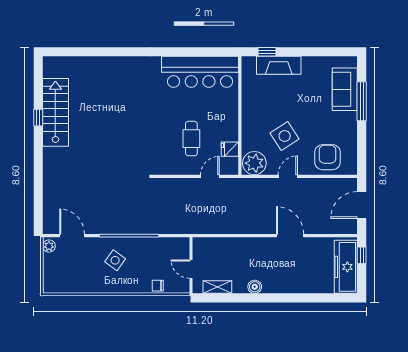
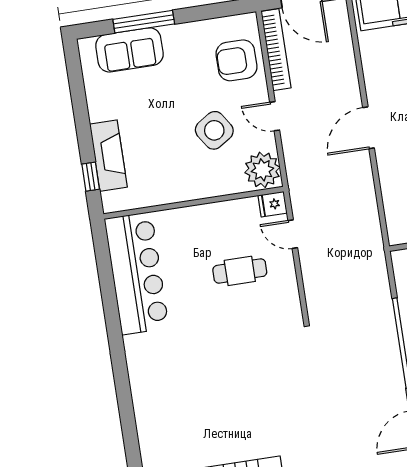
fridge: (230, 149) -> (273, 204), moved, turned 90
bookcase: (330, 184) -> (276, 50), added
door: (290, 236) -> (368, 128), moved

